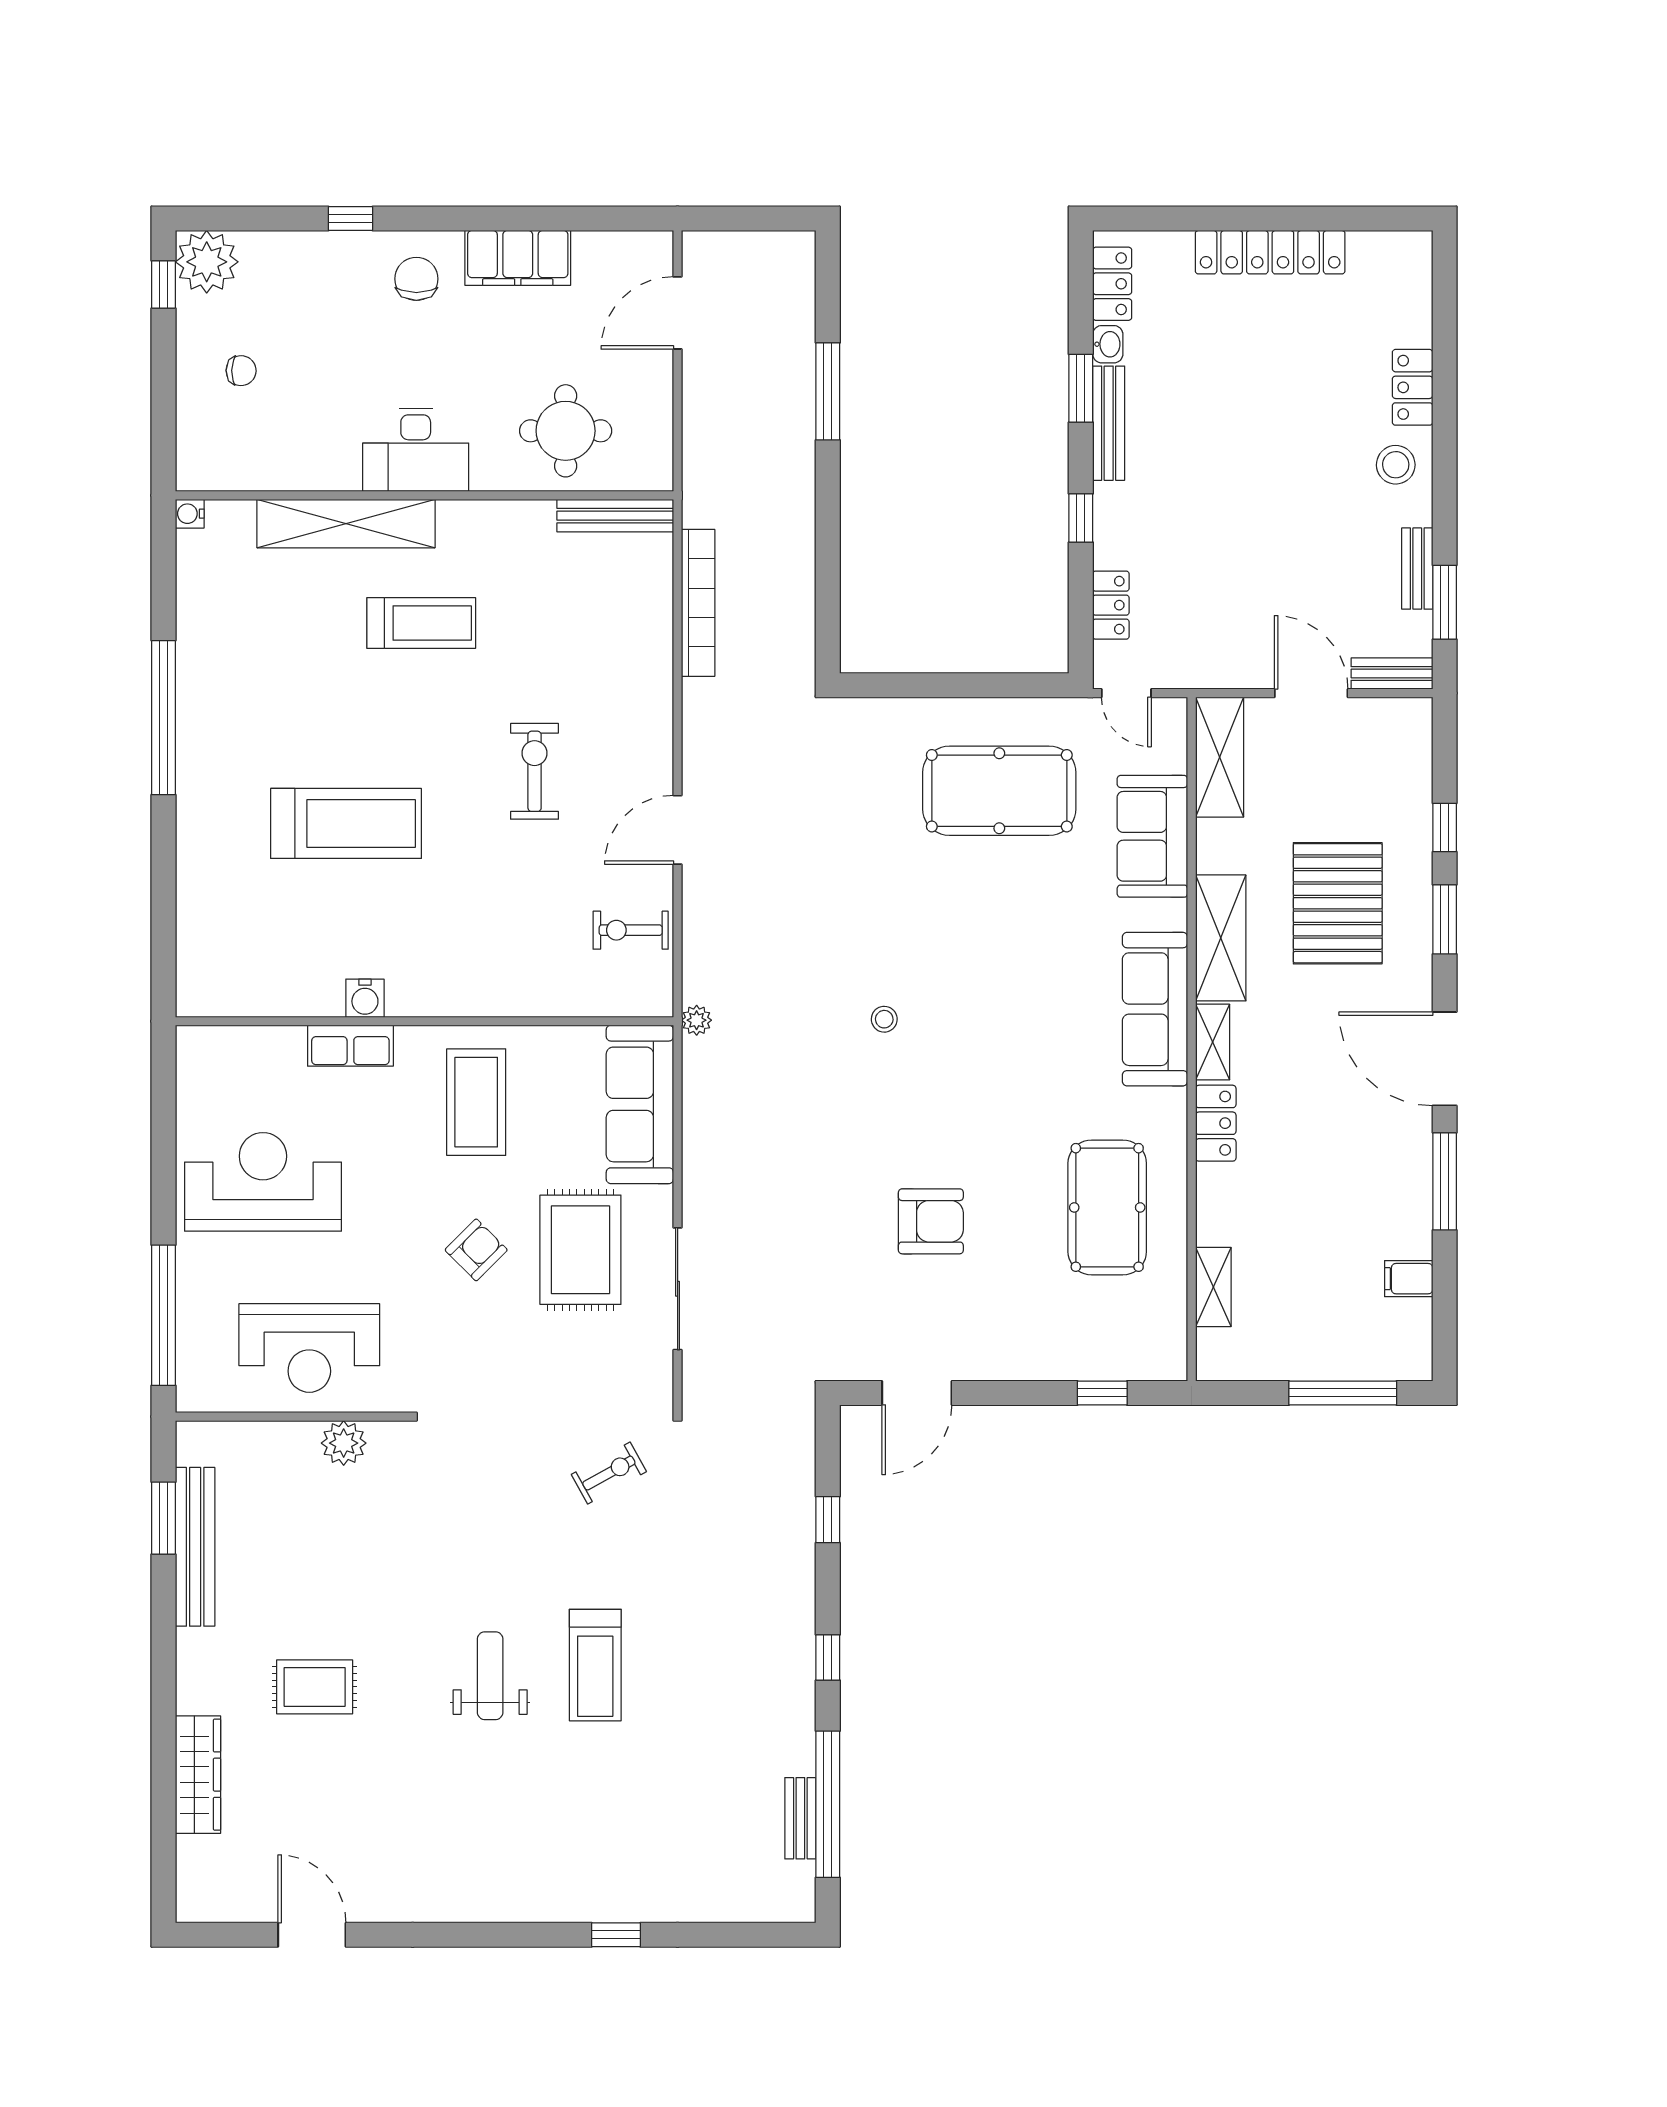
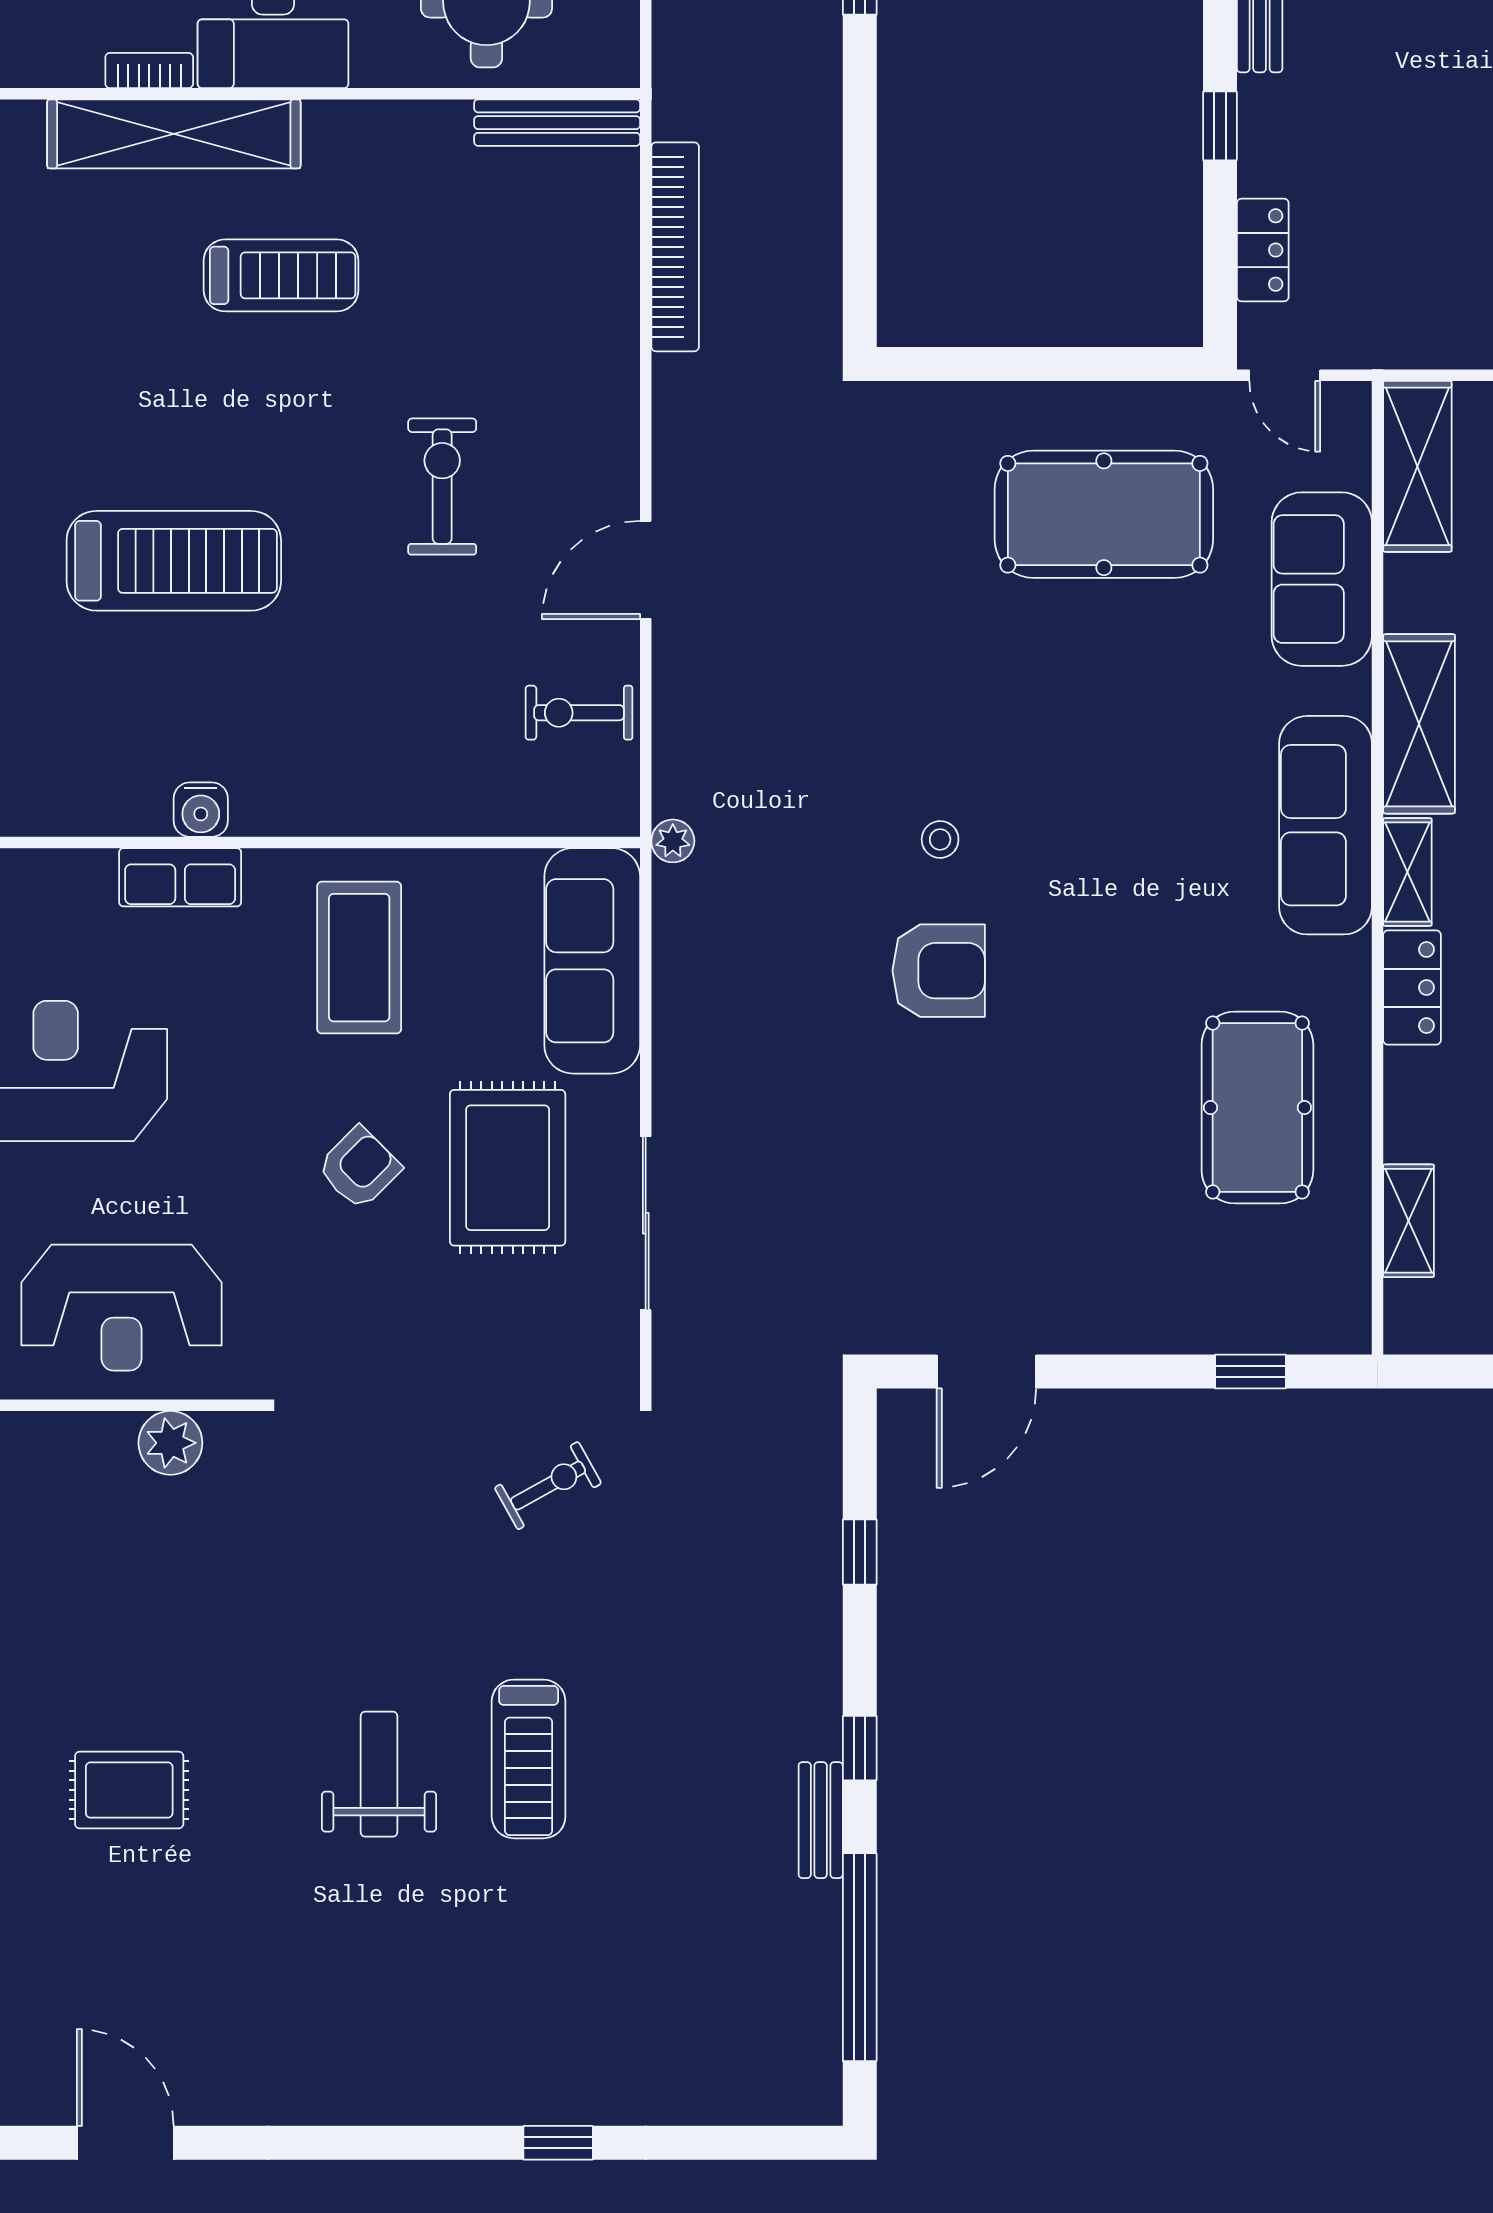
bookcase: (329, 479) -> (149, 71), added
armchair: (931, 1221) -> (939, 971), moved
bench: (800, 1818) -> (821, 1820), moved

